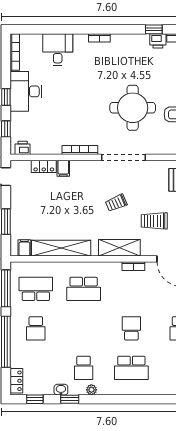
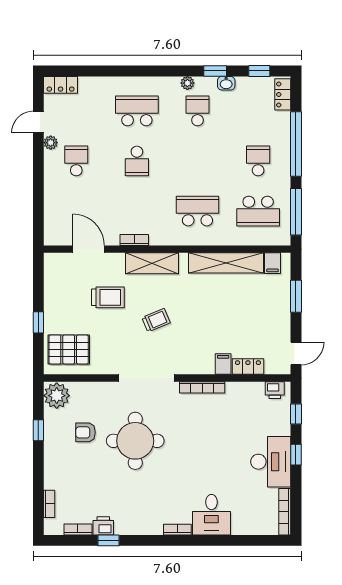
desk: (58, 50) -> (211, 515), moved

